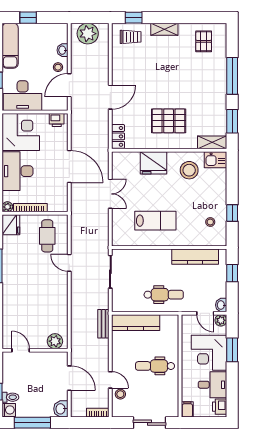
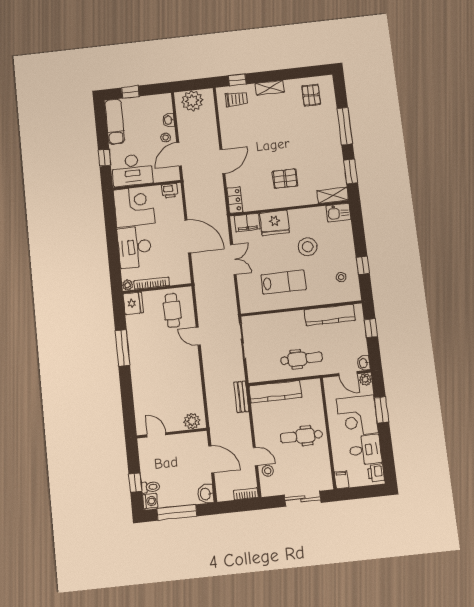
pallet: (169, 121) -> (285, 179), width x0.67, depth x0.71
filing cabinet: (127, 160) -> (247, 223), added
stool: (189, 170) -> (308, 247), moved

